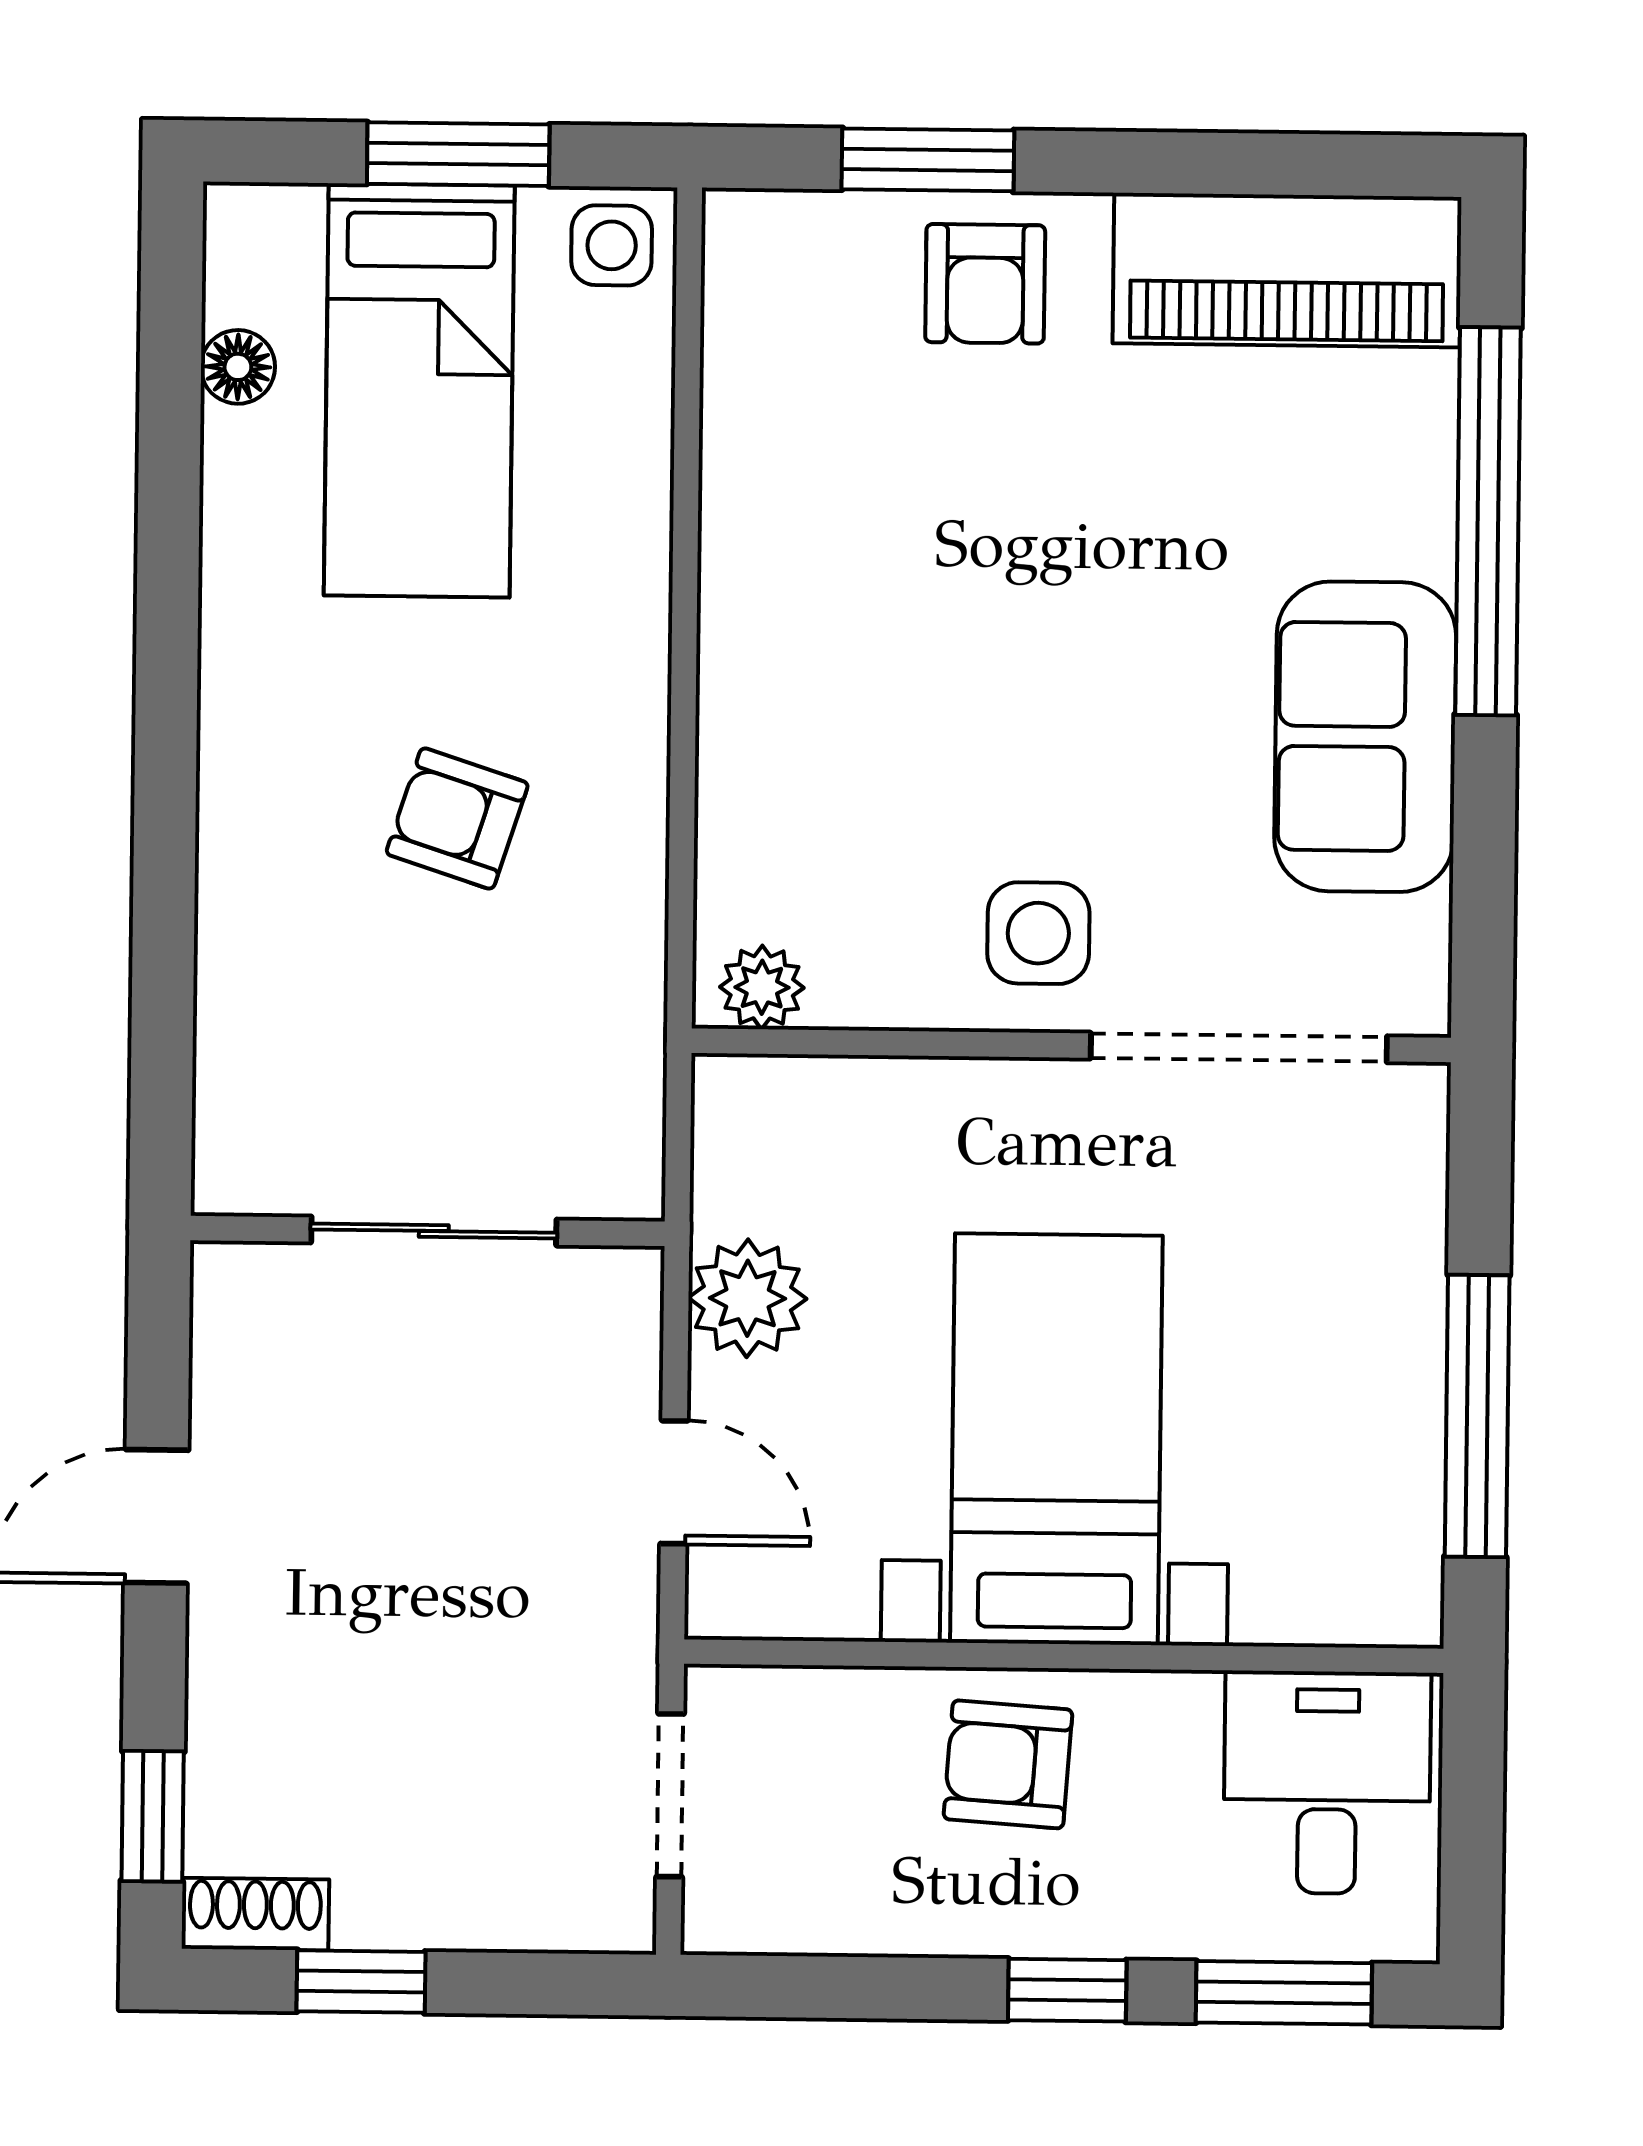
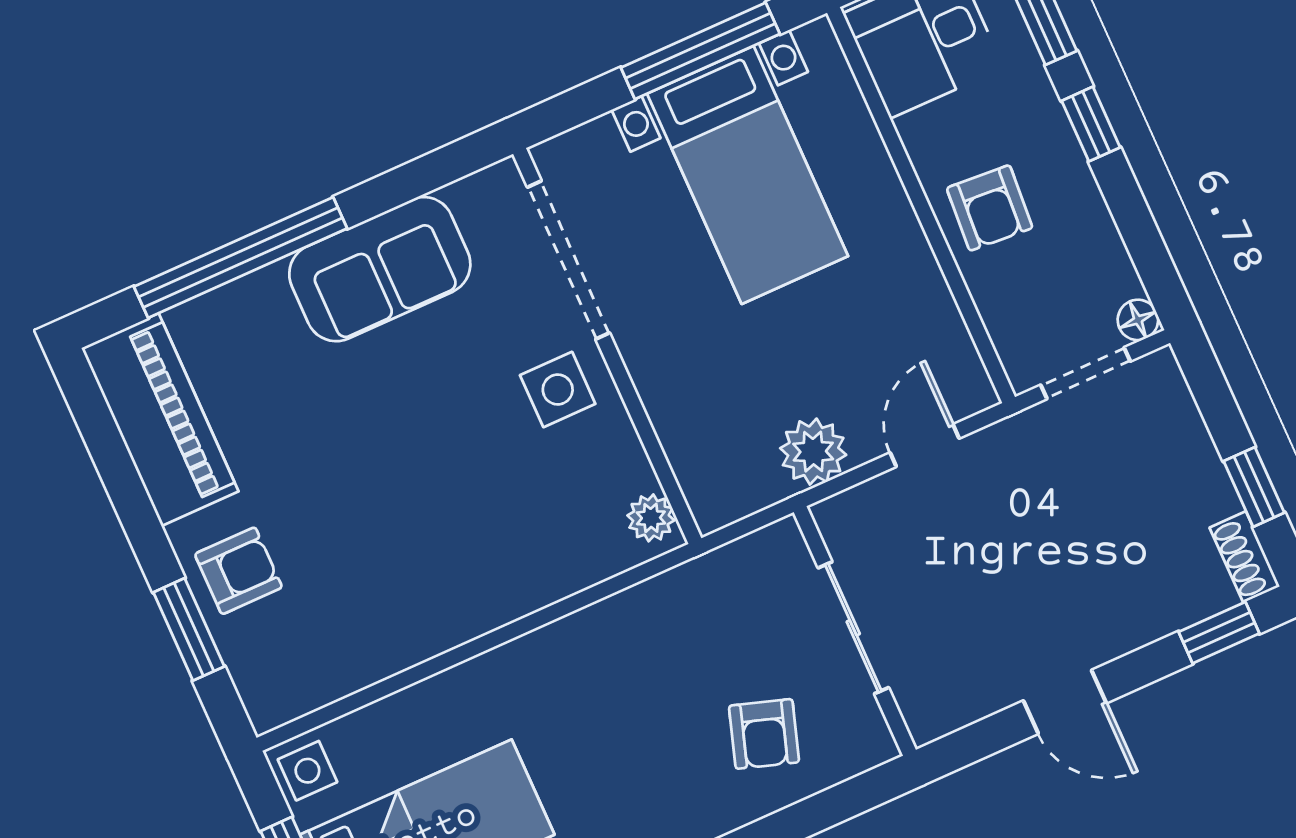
armchair: (457, 818) -> (764, 734), moved
bed with nightstands: (1056, 1439) -> (748, 175), moved, turned -90
floor lamp: (717, 1919) -> (1138, 320), added

